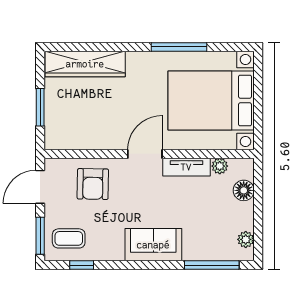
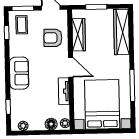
wardrobe: (88, 139) -> (79, 35), added
plant: (220, 166) -> (65, 123), moved
window: (212, 265) -> (8, 107), width x0.46

